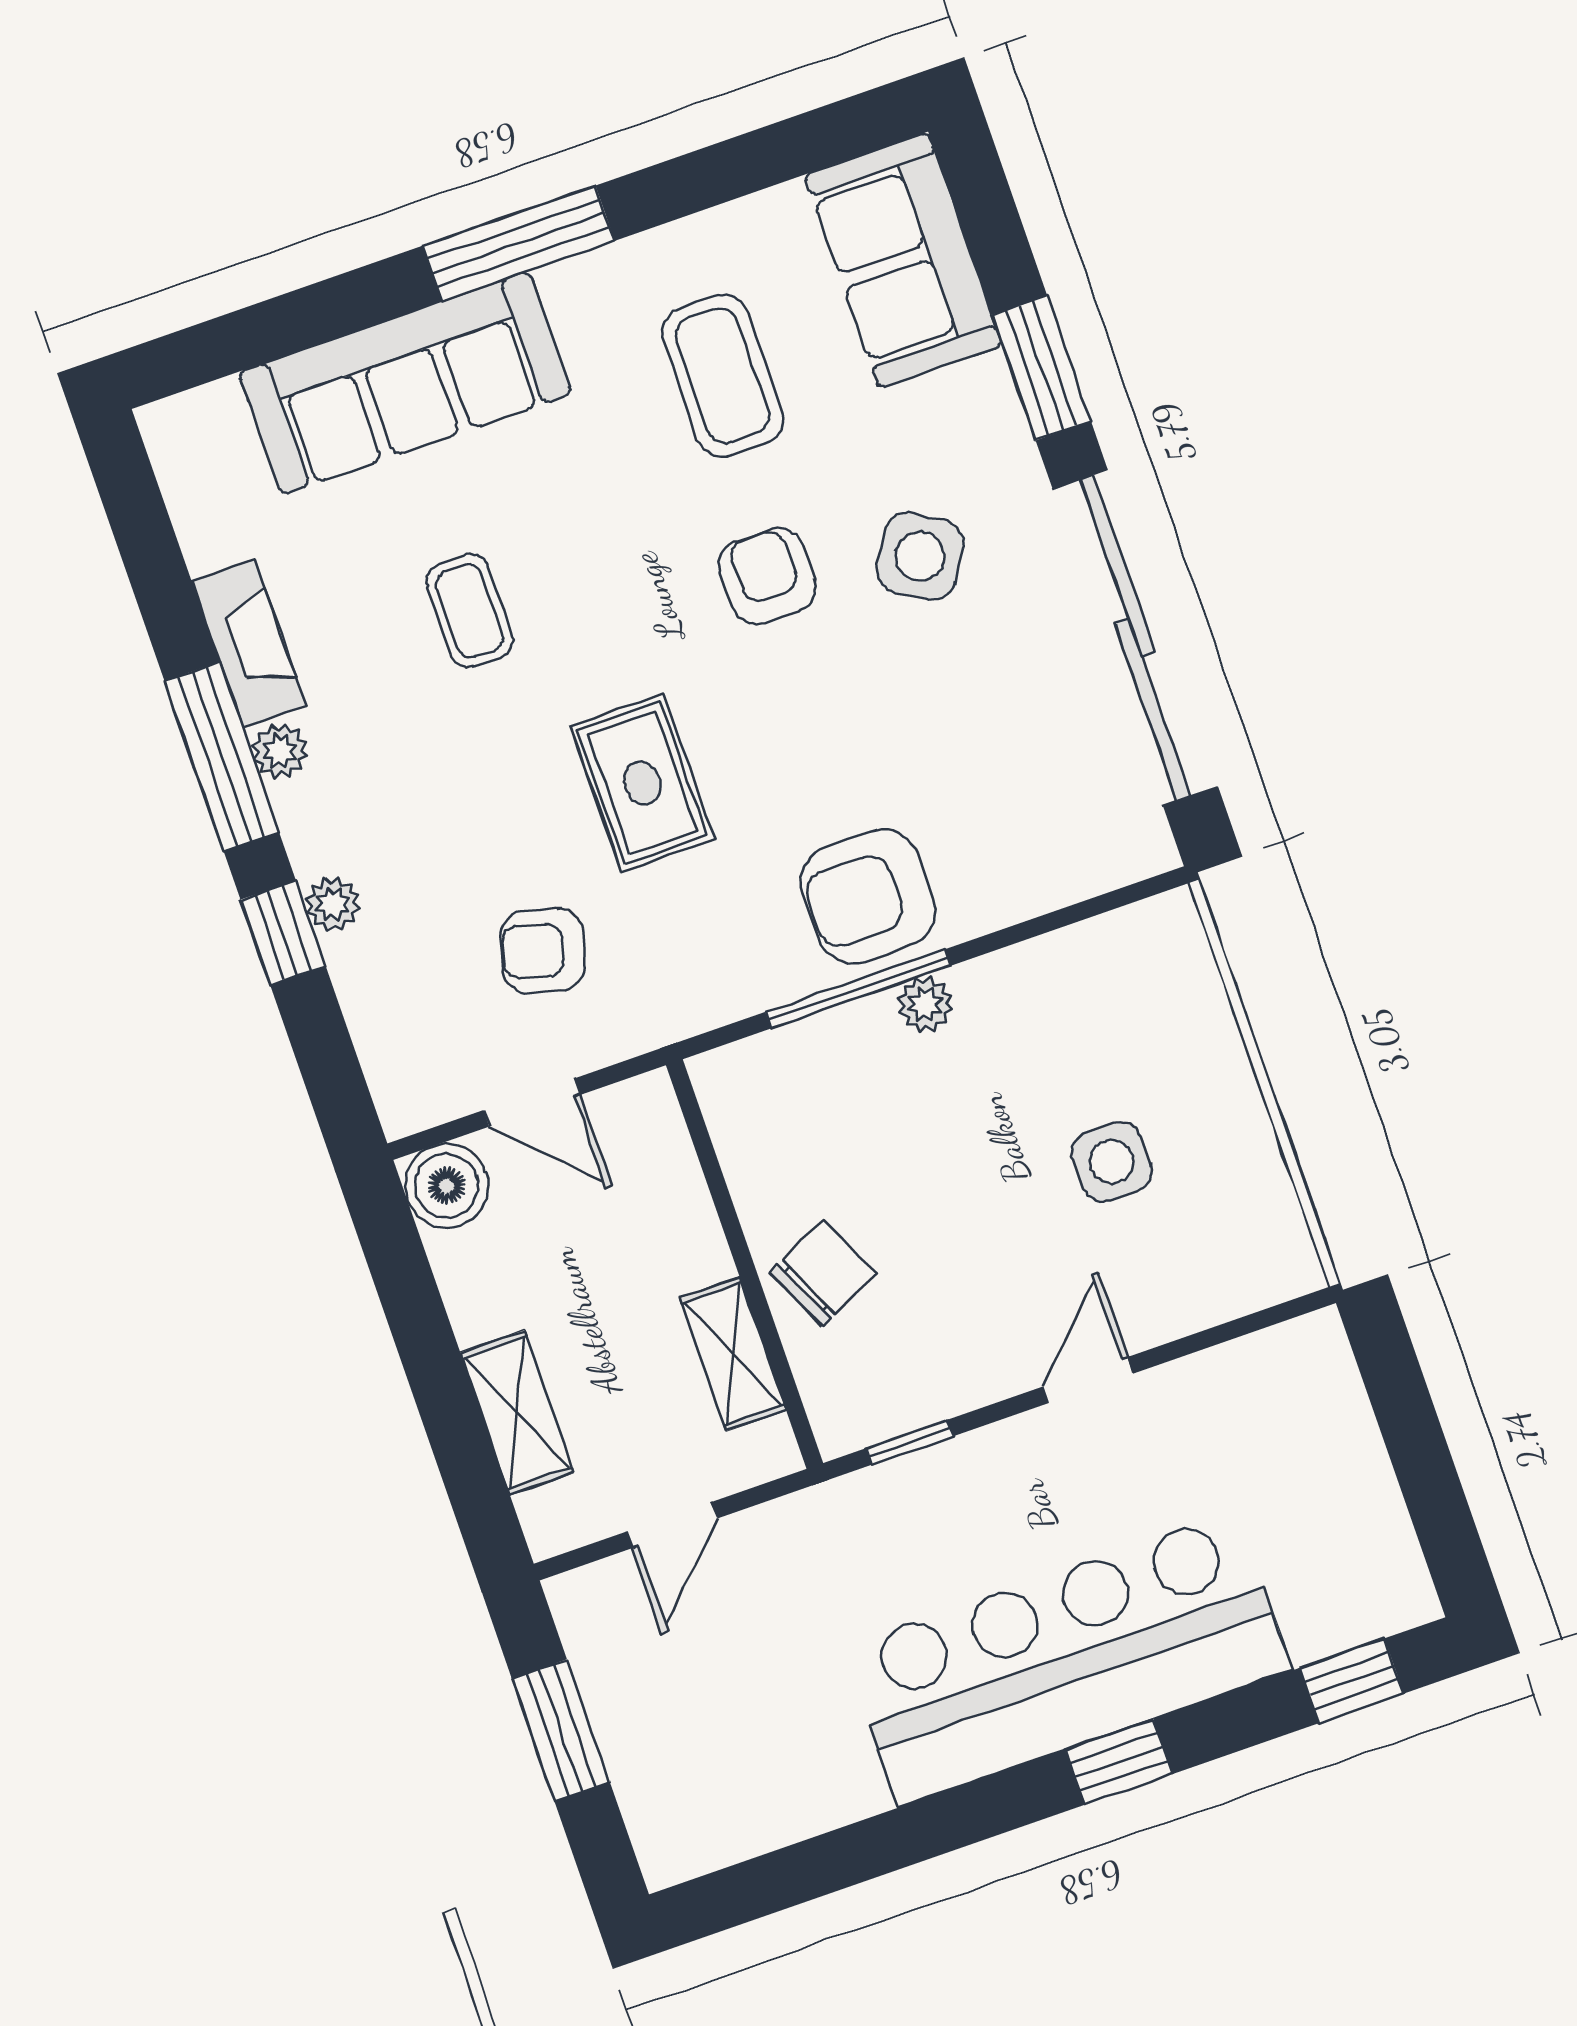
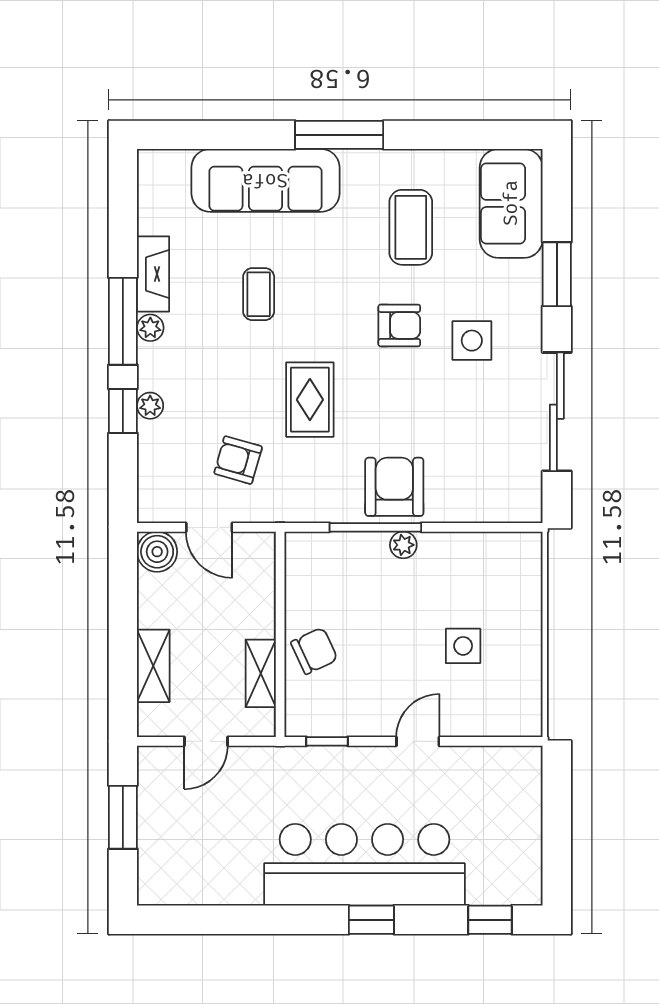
side table: (920, 556) -> (472, 341), turned -32
armchair: (767, 576) -> (399, 325), turned 90
sliding door: (1135, 638) -> (557, 412), width x0.73
armchair: (868, 896) -> (394, 487), turned 90

